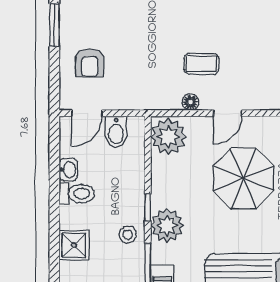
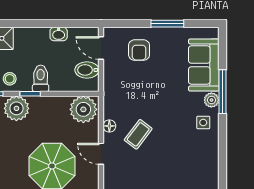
armchair: (90, 63) -> (139, 50), turned -90
coffee table: (202, 64) -> (138, 134), turned 37
toilet: (77, 194) -> (41, 78), moved, turned 180

